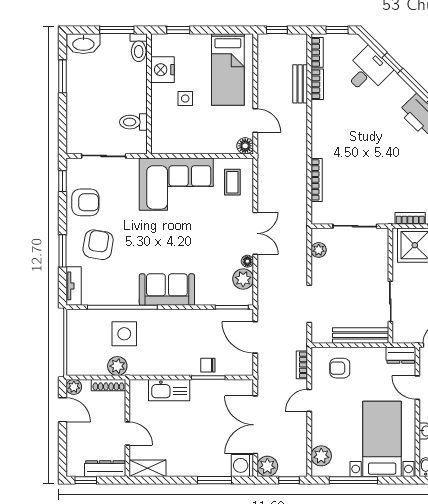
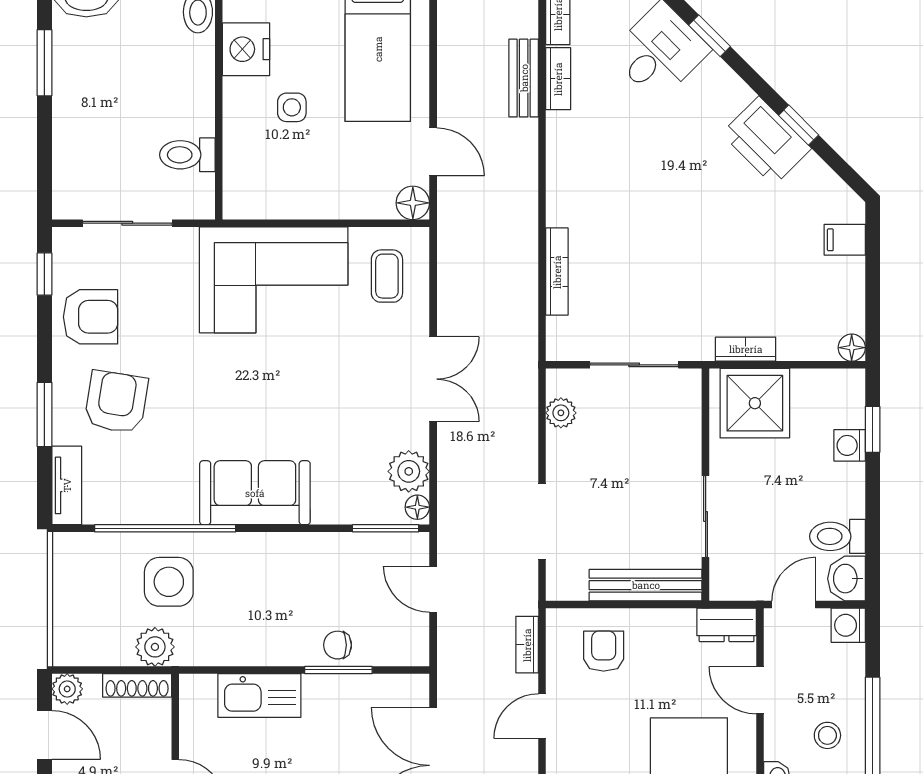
floor lamp: (247, 261) -> (417, 507), moved
door: (255, 337) -> (433, 589), width x0.73
armchair: (340, 368) -> (604, 651), turned 90

